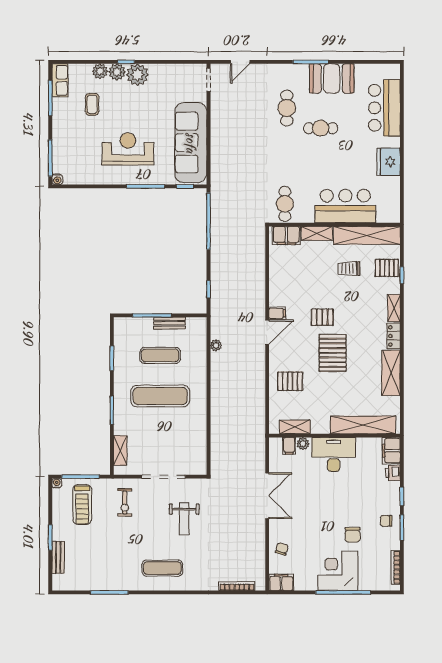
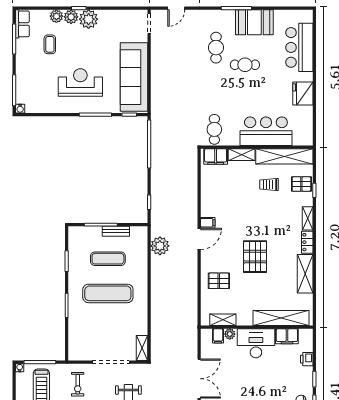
pallet: (322, 317) -> (246, 226), removed
plant: (216, 345) -> (160, 246), width x1.88, depth x1.88
shelving: (120, 450) -> (142, 348), moved
filing cabinet: (391, 451) -> (287, 336), moved, turned -90

